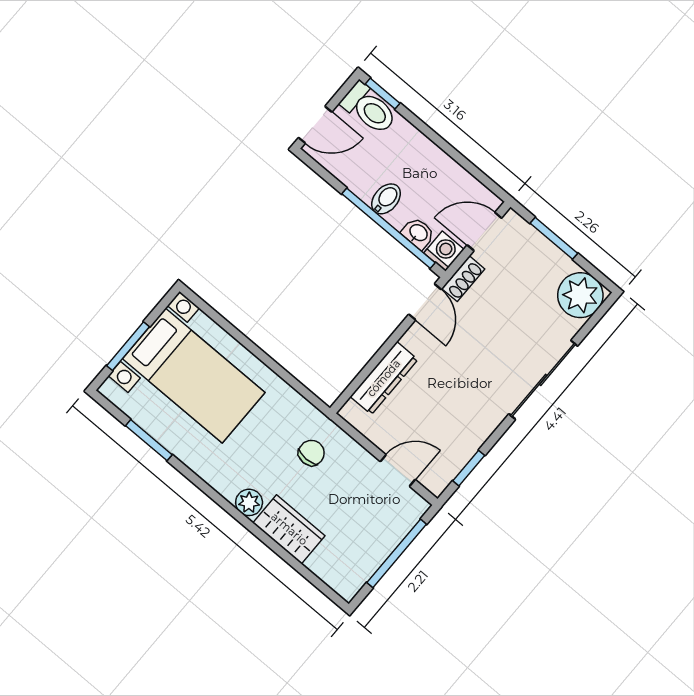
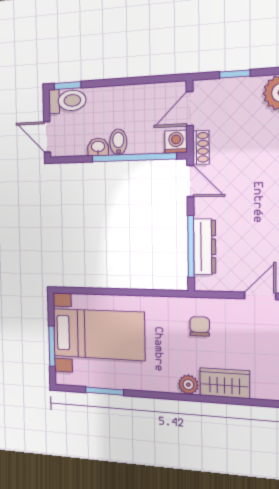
door: (315, 125) -> (47, 137), swing flipped
washbasin: (418, 233) -> (98, 147), moved
window: (554, 238) -> (235, 74), width x0.67
window: (371, 366) -> (191, 246), added

